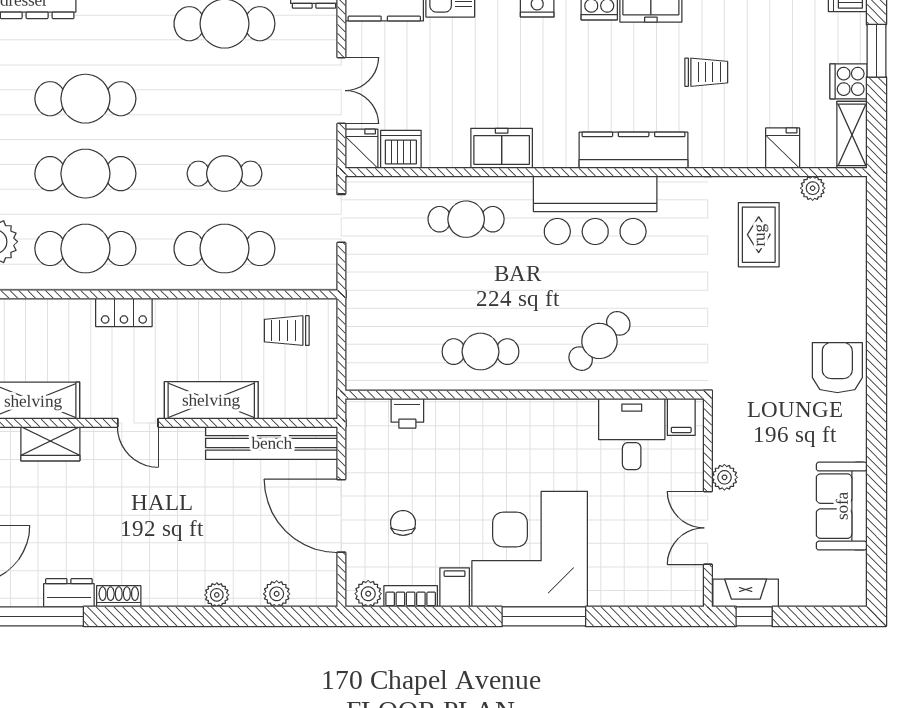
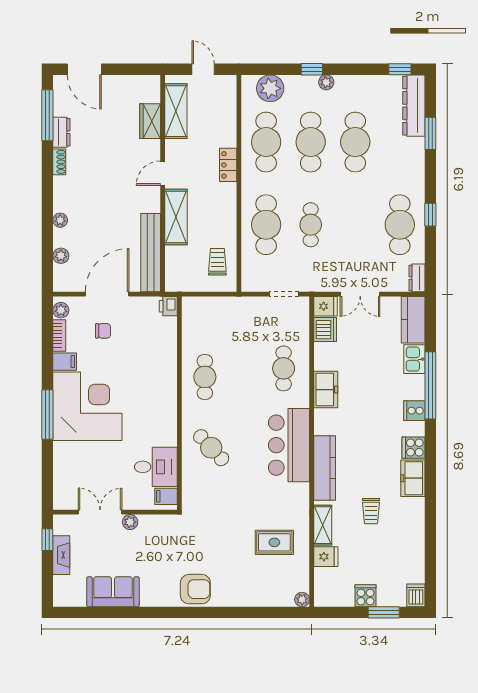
shelving: (852, 135) -> (323, 525), moved, turned 90
plant: (813, 188) -> (302, 599), moved
printer: (407, 413) -> (168, 306), moved
fireplace: (746, 593) -> (61, 555), moved

